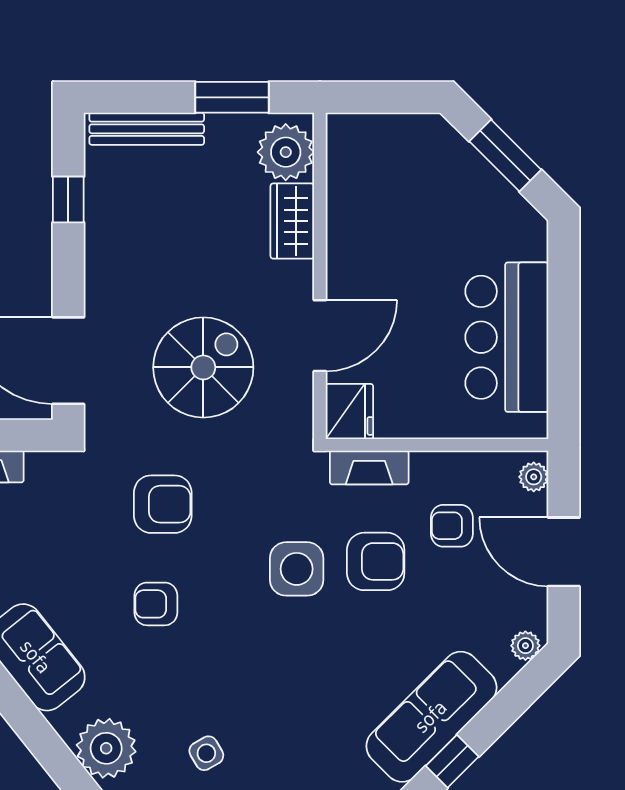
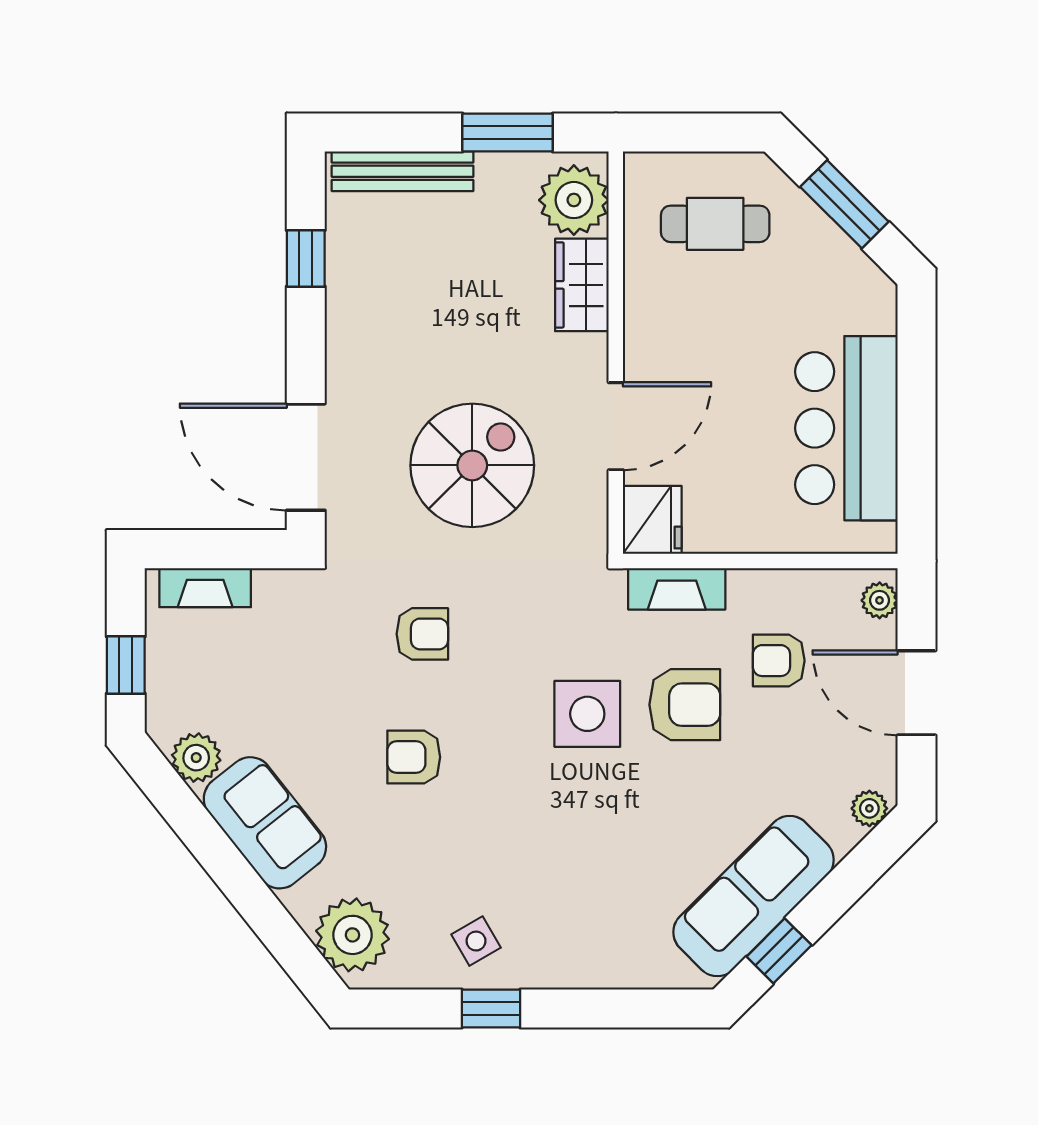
cafe table: (400, 171) -> (715, 224), added
armchair: (163, 504) -> (422, 634), width x0.72, depth x0.72

